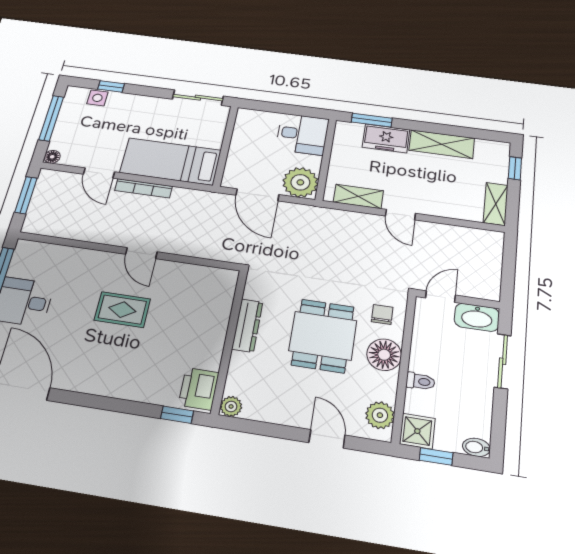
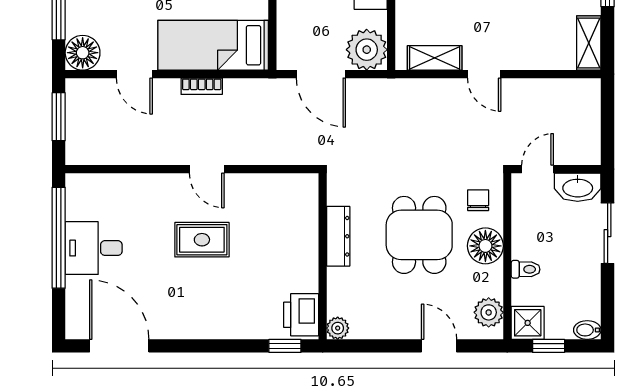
floor lamp: (52, 157) -> (83, 53), width x1.89, depth x1.89
bookcase: (143, 188) -> (202, 86), width x0.64

